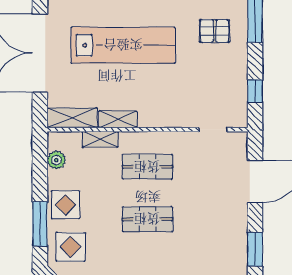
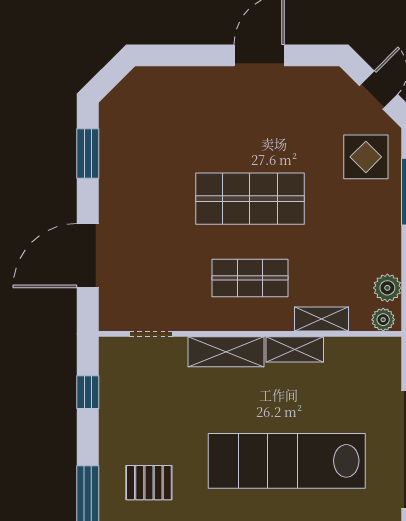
shelving: (72, 118) -> (226, 352), moved
plant: (59, 139) -> (383, 320), added
display table: (66, 205) -> (373, 221), removed
shop shelf: (147, 219) -> (250, 199), width x1.43, depth x1.36

